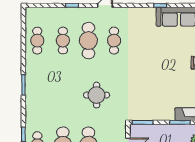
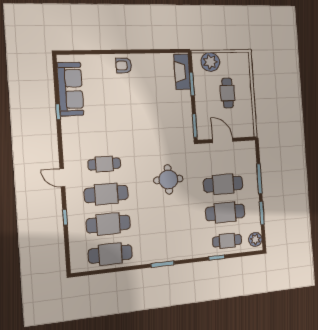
cafe table: (37, 41) -> (110, 254), width x1.37, depth x1.35
cafe table: (63, 41) -> (108, 224), width x1.37, depth x1.35

